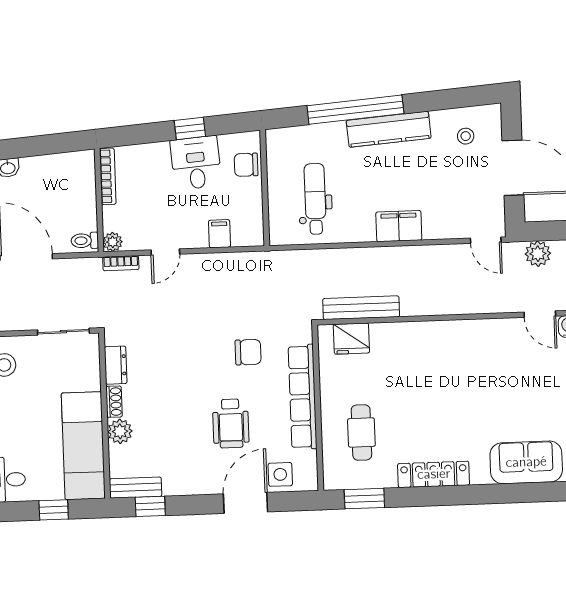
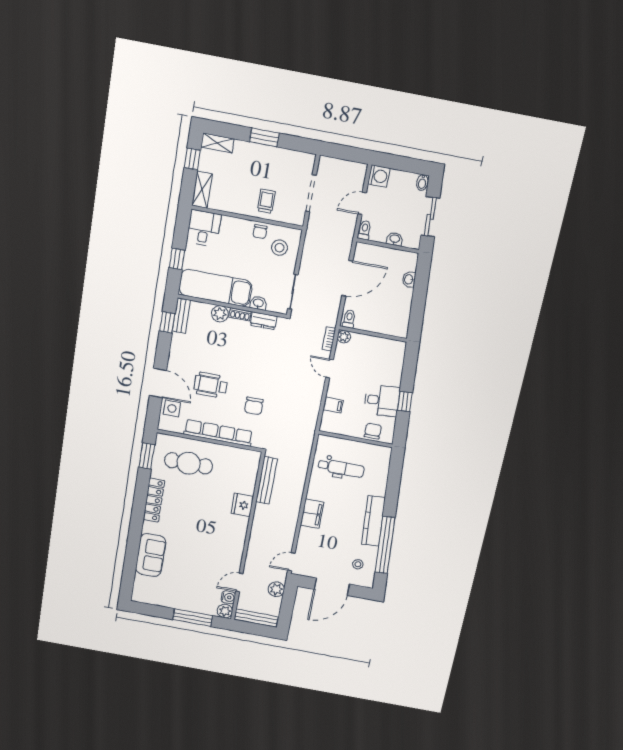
window: (355, 110) -> (385, 545), moved
bookcase: (108, 176) -> (387, 343), removed
fridge: (351, 339) -> (242, 505), moved
washbasin: (91, 378) -> (258, 303), added
cafe table: (361, 433) -> (188, 463), width x1.37, depth x1.35

